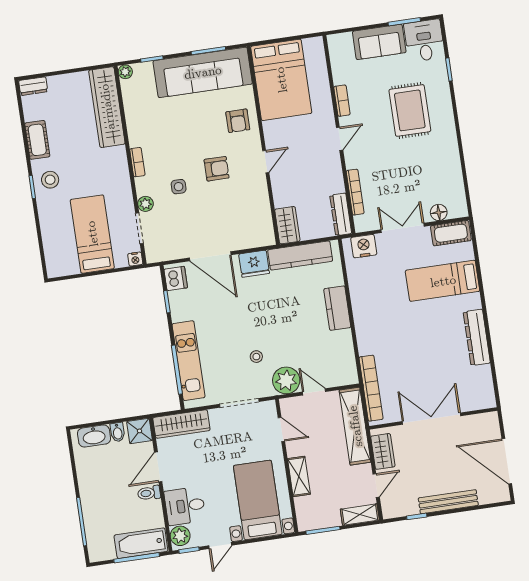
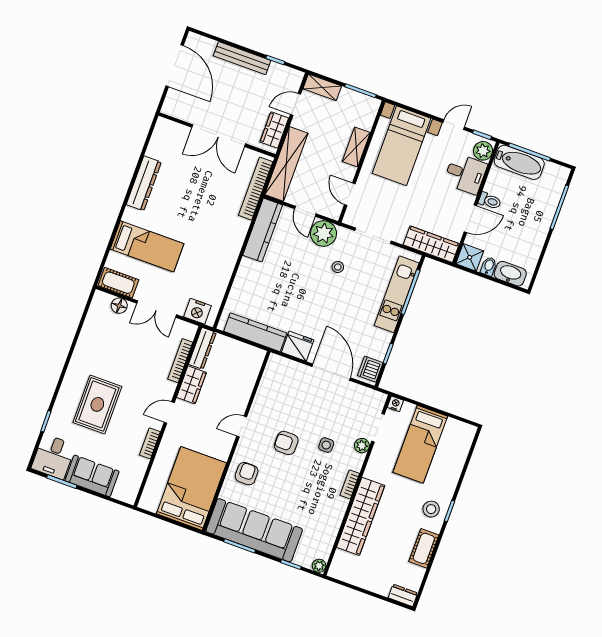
wardrobe: (107, 107) -> (361, 516), moved
wardrobe: (287, 225) -> (191, 385), moved, turned 180
kitchen counter: (337, 308) -> (263, 230), moved, width x1.50

